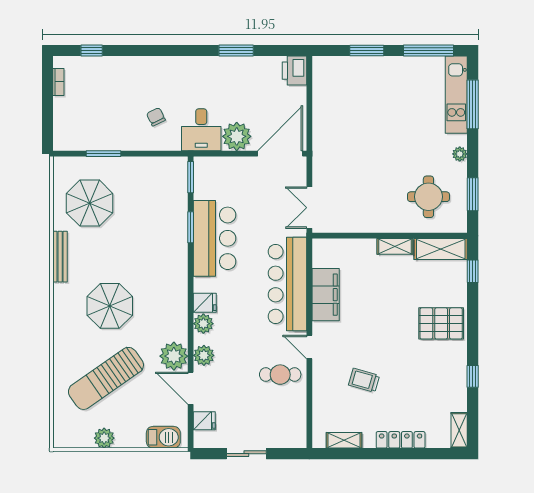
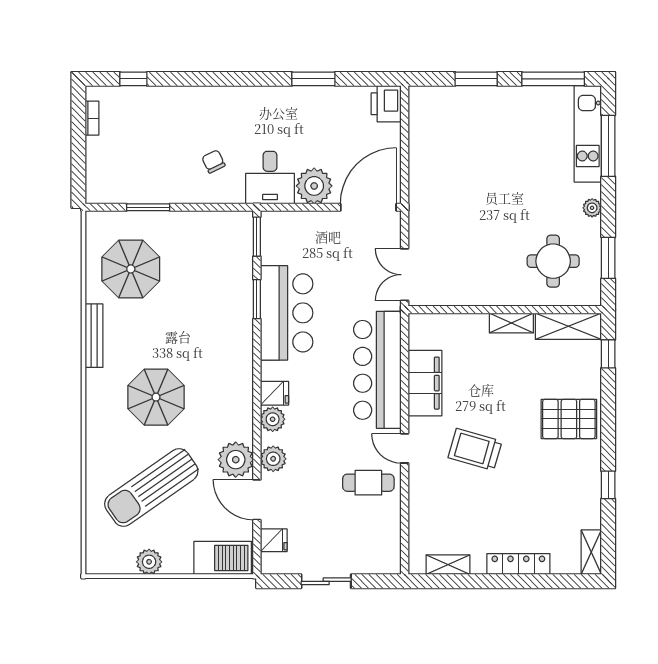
trolley: (364, 380) -> (475, 449), moved, width x1.36, depth x1.39
barbecue: (163, 437) -> (223, 558), width x1.37, depth x1.21

